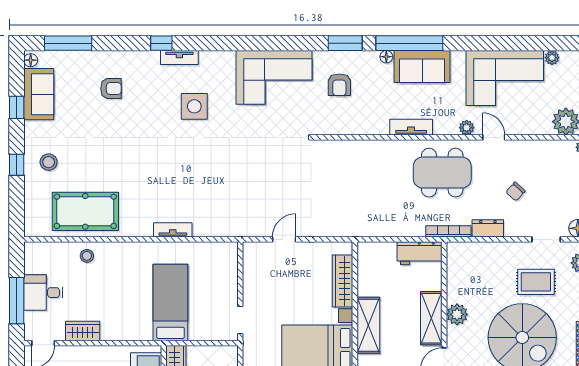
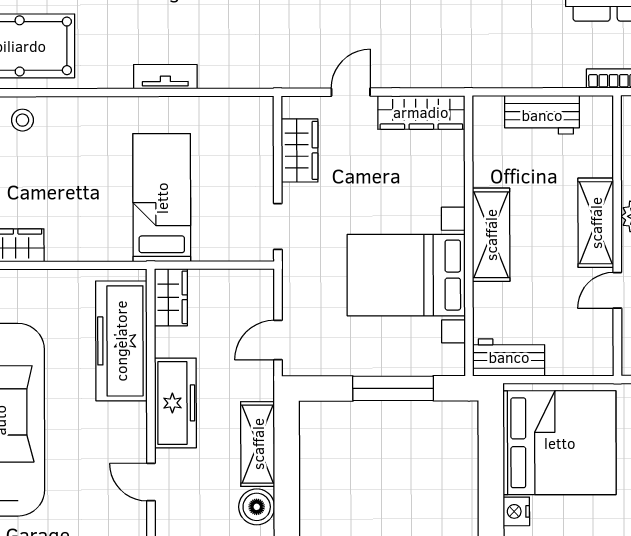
workbench: (419, 253) -> (542, 115), moved
wardrobe: (253, 274) -> (300, 150), added
wardrobe: (343, 281) -> (421, 112), moved, turned -90

